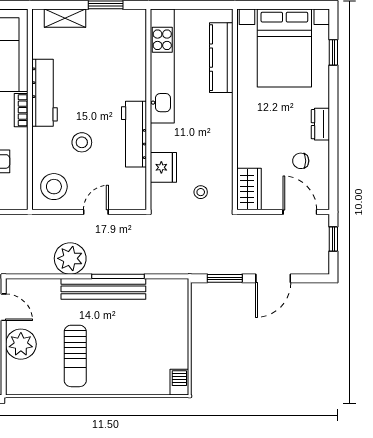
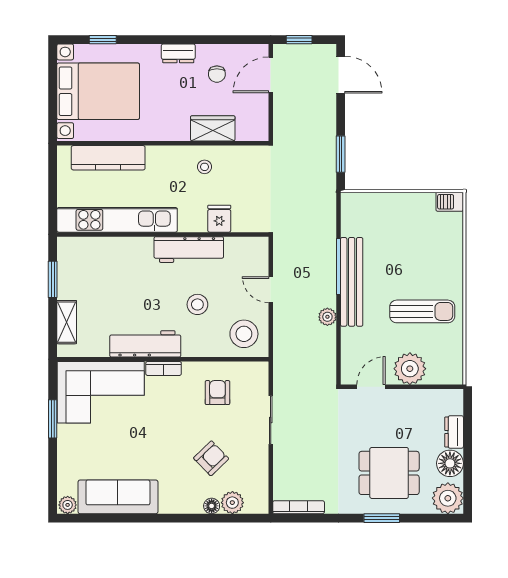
fridge: (163, 167) -> (219, 219), width x0.72
wardrobe: (249, 189) -> (213, 128), moved
stool: (201, 192) -> (205, 167), moved
plant: (70, 258) -> (327, 317), width x0.53, depth x0.53
door: (273, 278) -> (341, 75), moved

